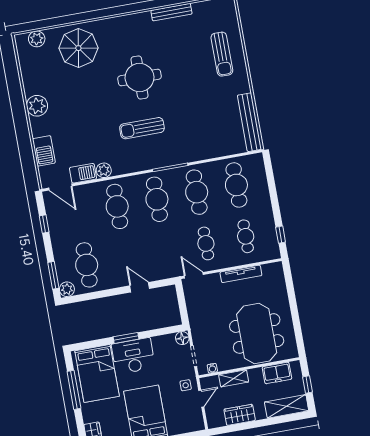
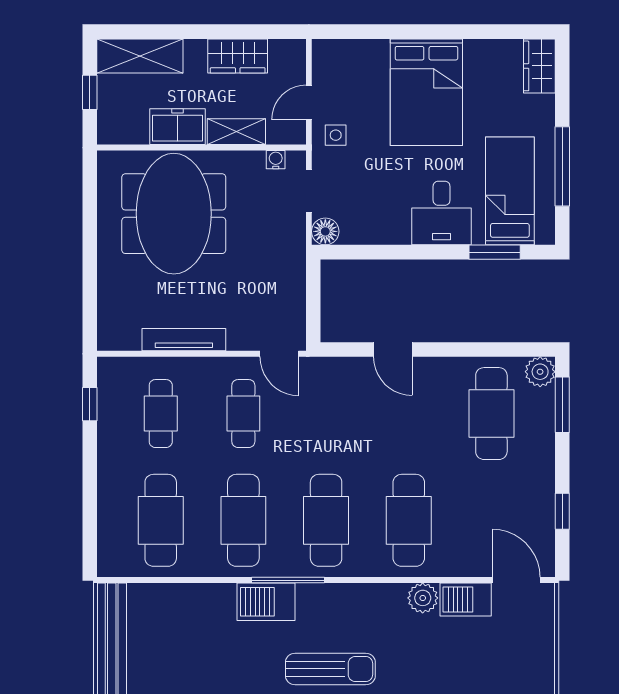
barbecue: (44, 151) -> (266, 602), moved, turned -90
window: (126, 338) -> (495, 252), moved
desk: (133, 356) -> (442, 213), width x0.73
bed: (97, 373) -> (510, 191), width x0.67
freezer: (277, 373) -> (177, 127), moved

